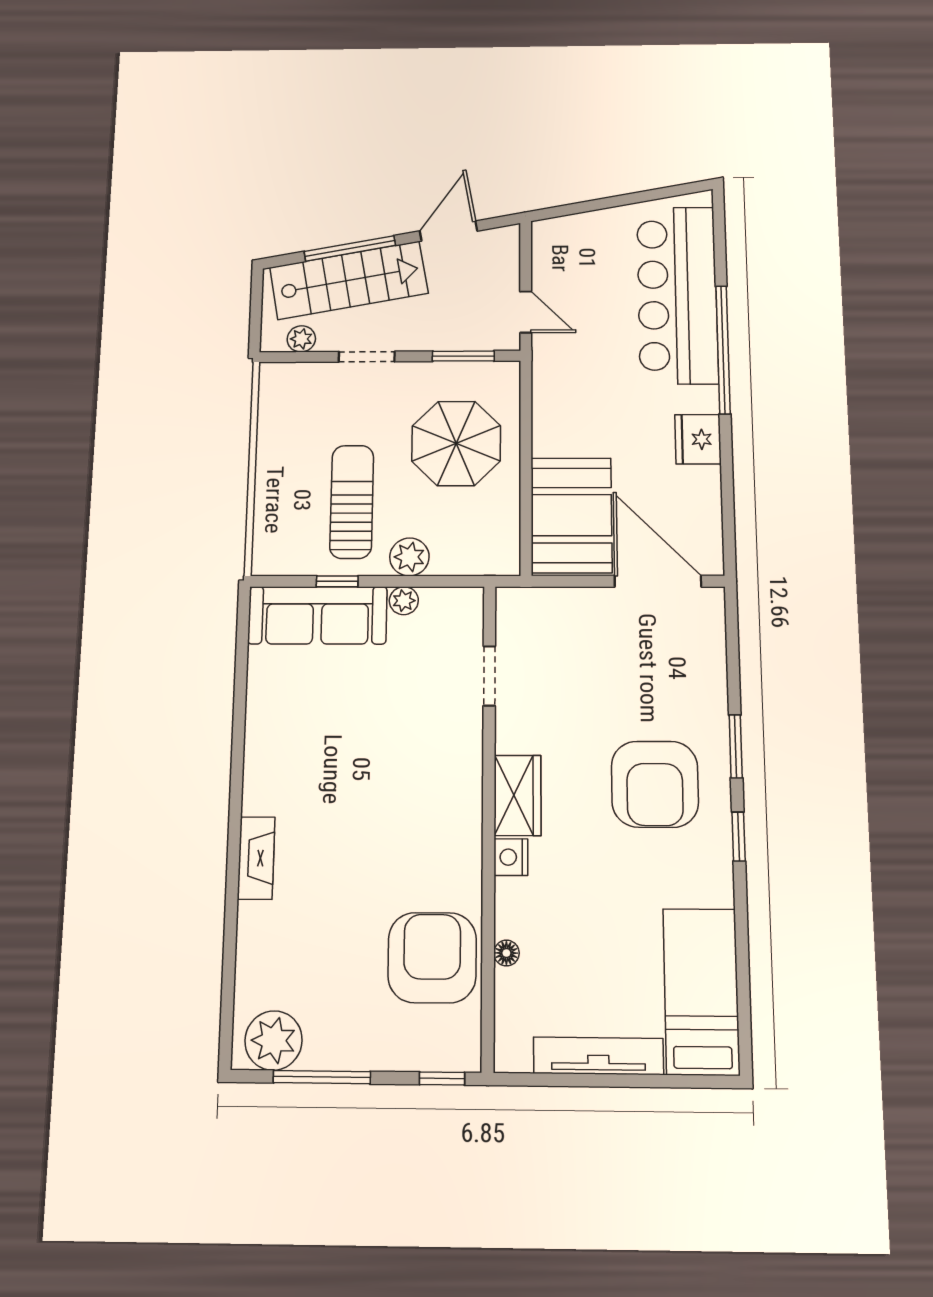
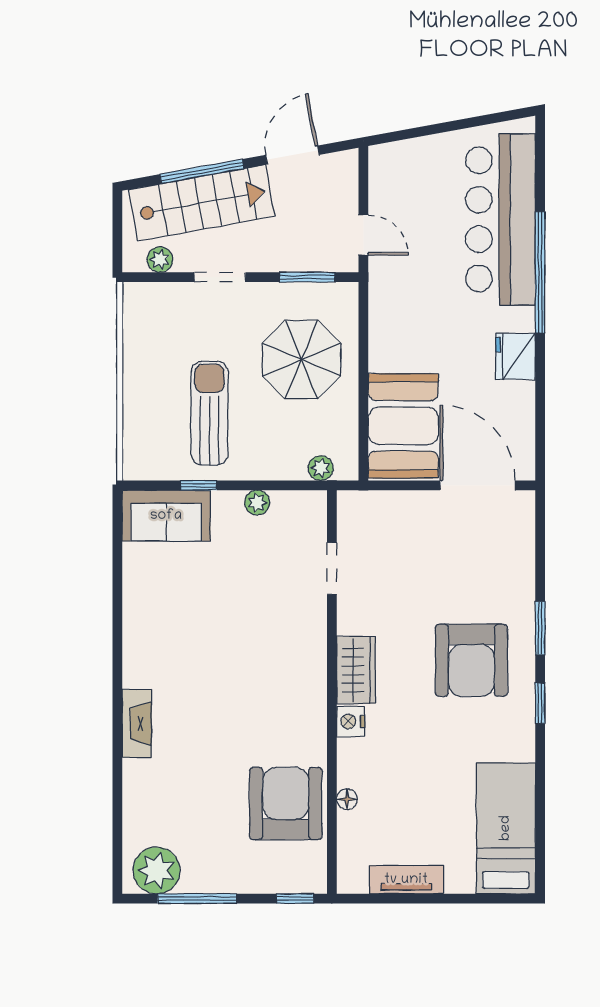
plant: (409, 557) -> (321, 468), moved, width x0.73, depth x0.73
sofa: (317, 615) -> (166, 516), width x0.73
tv unit: (598, 1056) -> (406, 880), width x0.71

